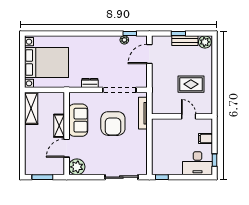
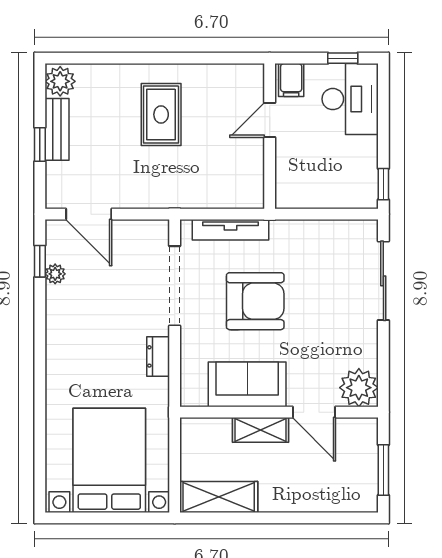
wall: (182, 116) -> (270, 136), moved
door: (189, 116) -> (270, 120), moved

